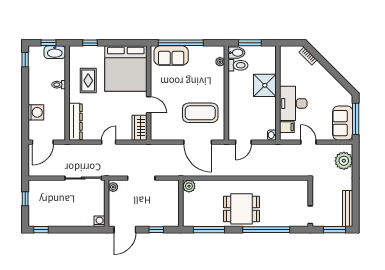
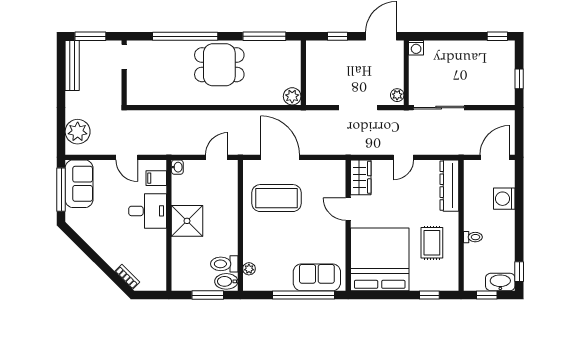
washbasin: (55, 52) -> (500, 282), moved
shower: (265, 85) -> (187, 221), moved
desk: (293, 103) -> (148, 211), width x0.73

